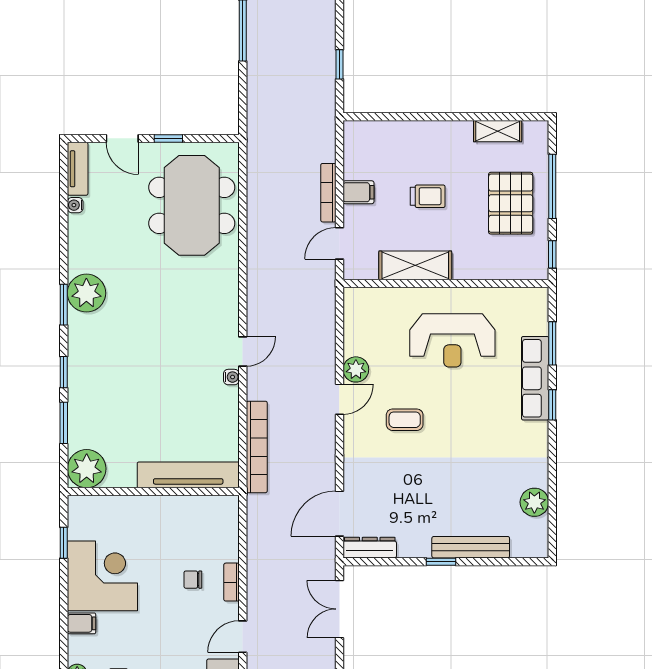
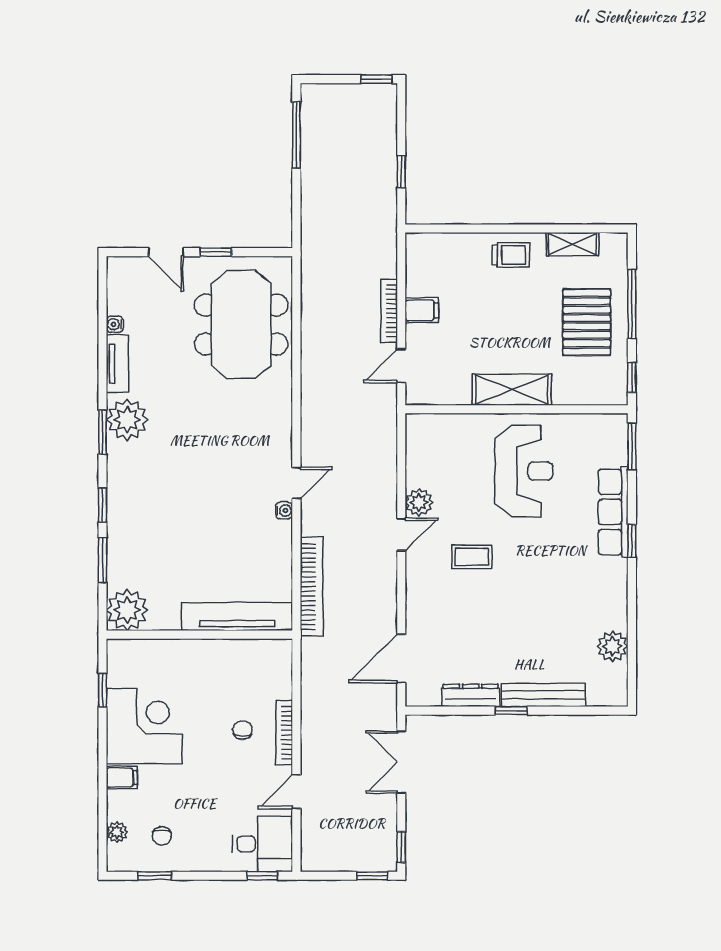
tv unit: (78, 169) -> (117, 364), moved
trolley: (428, 196) -> (511, 255), moved
shelving: (415, 265) -> (512, 390), moved
reception desk: (452, 340) -> (524, 471), turned -90
window: (552, 343) -> (632, 446), moved
dresser: (370, 548) -> (471, 695), moved
chair: (193, 580) -> (242, 730), turned 90
bookcase: (231, 582) -> (284, 733), width x1.56

